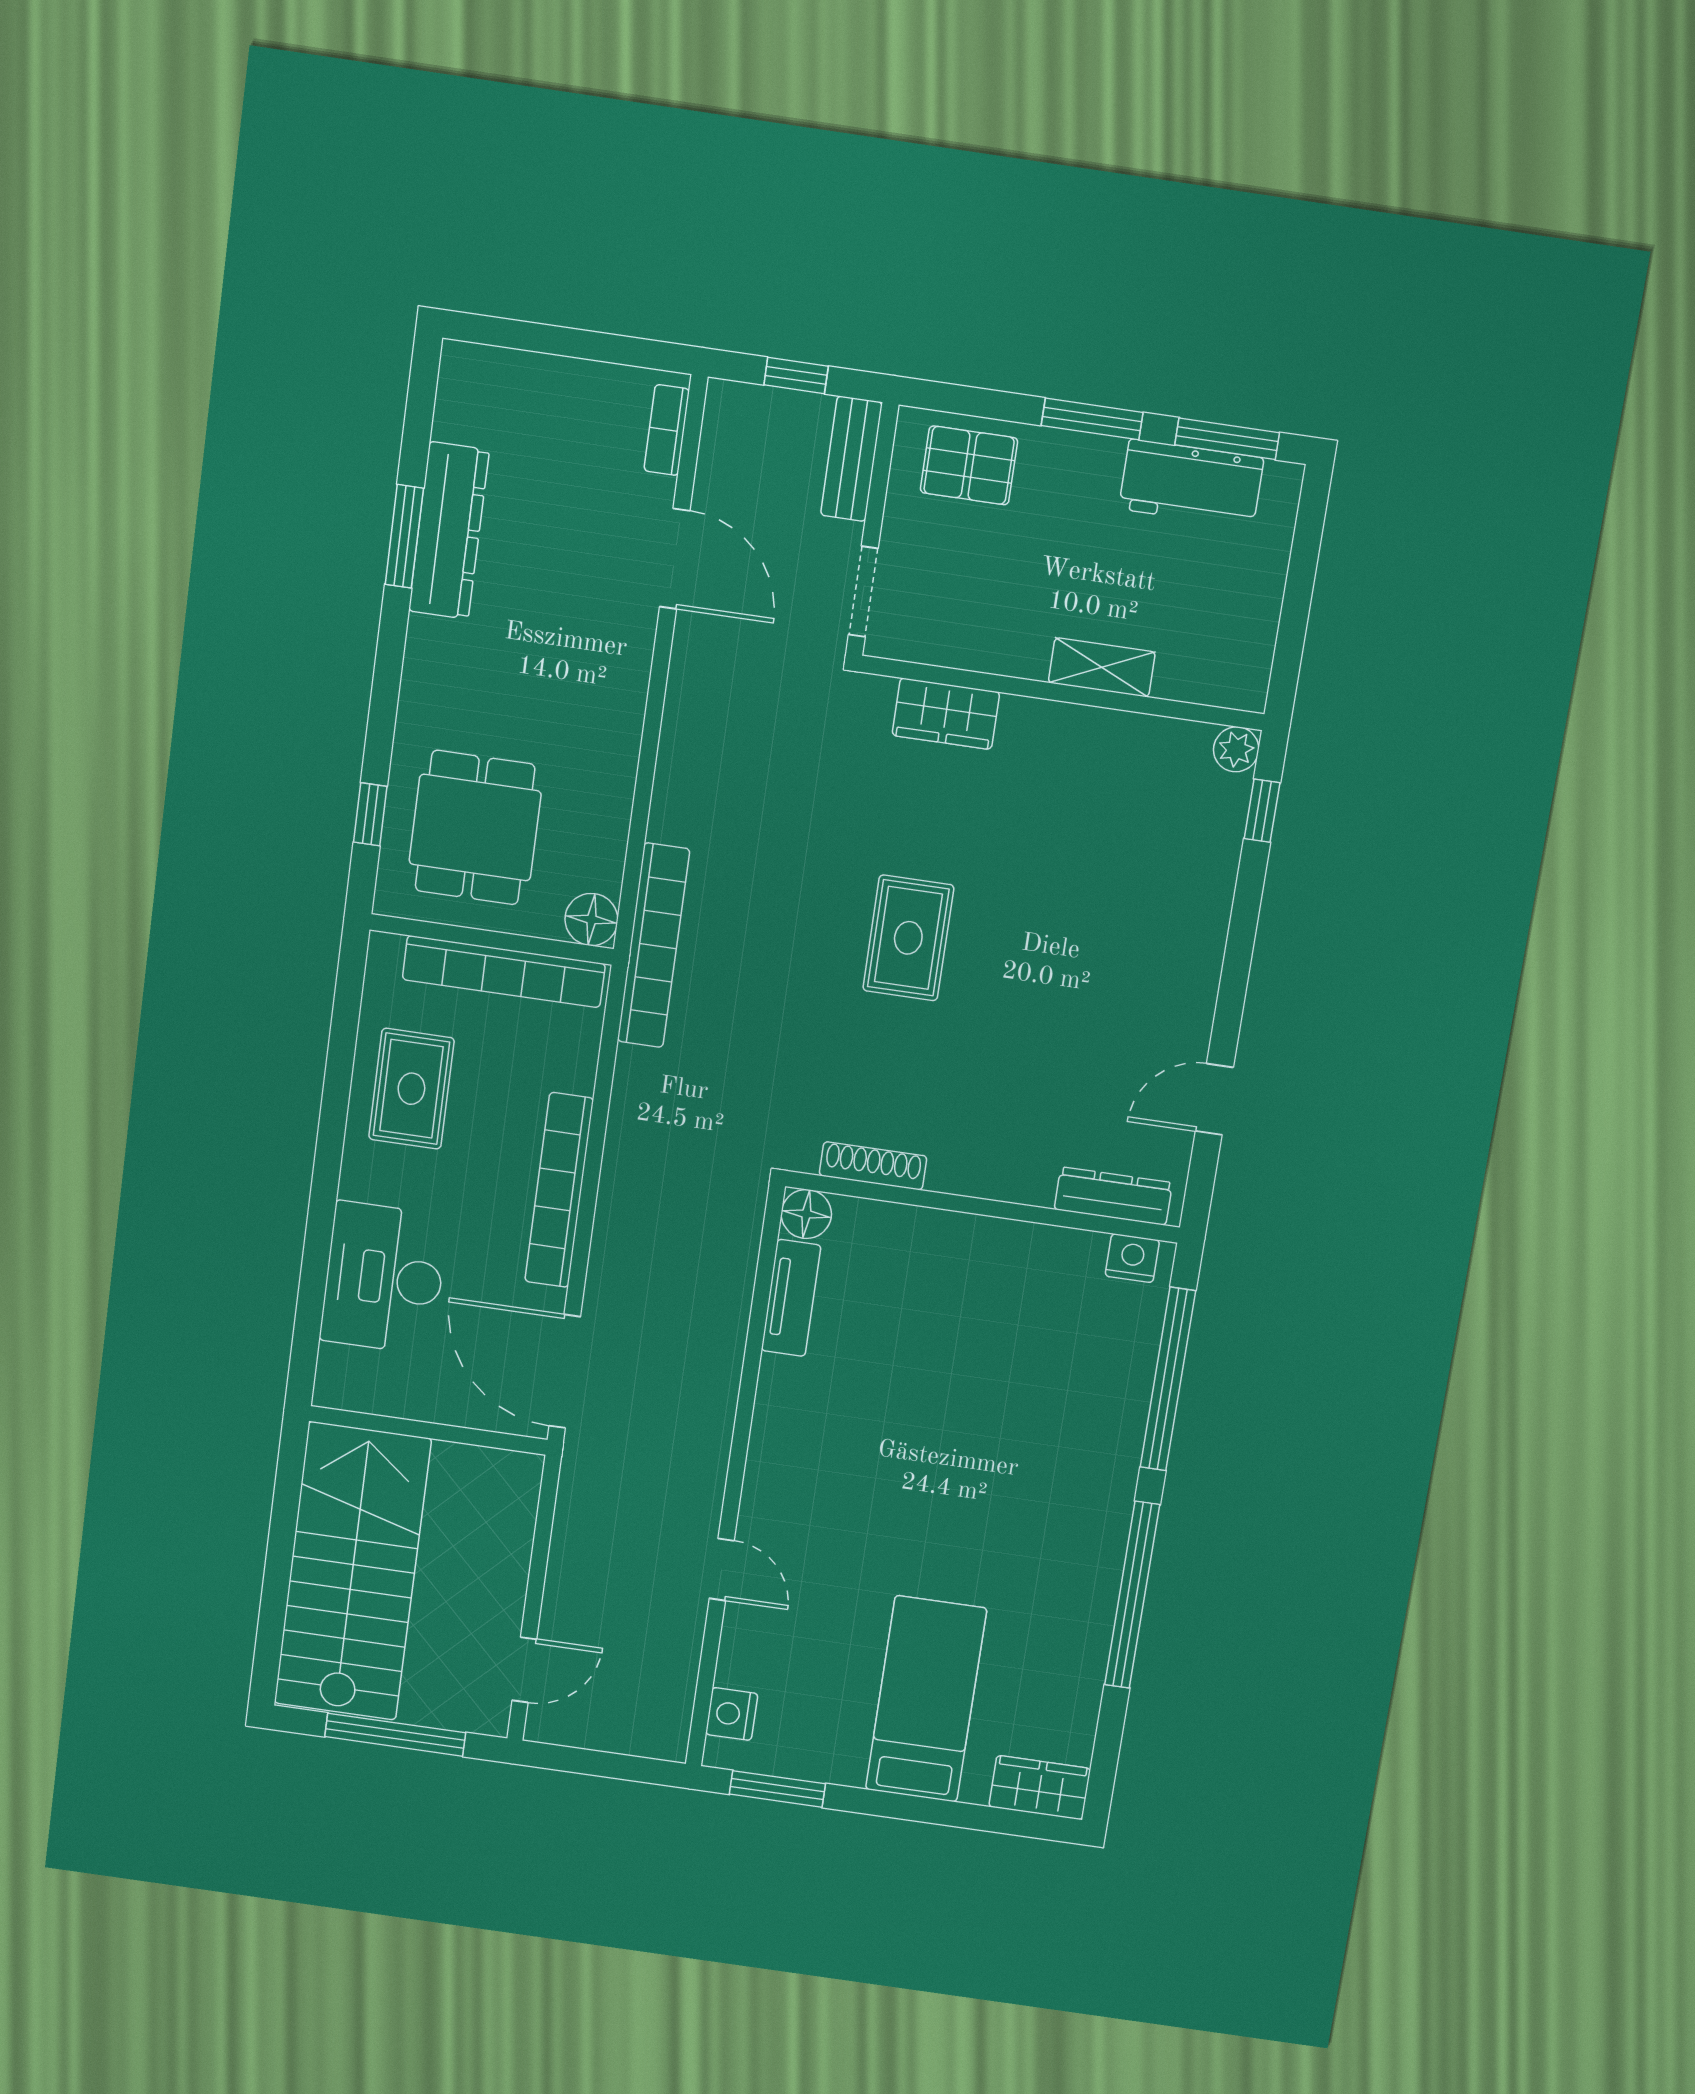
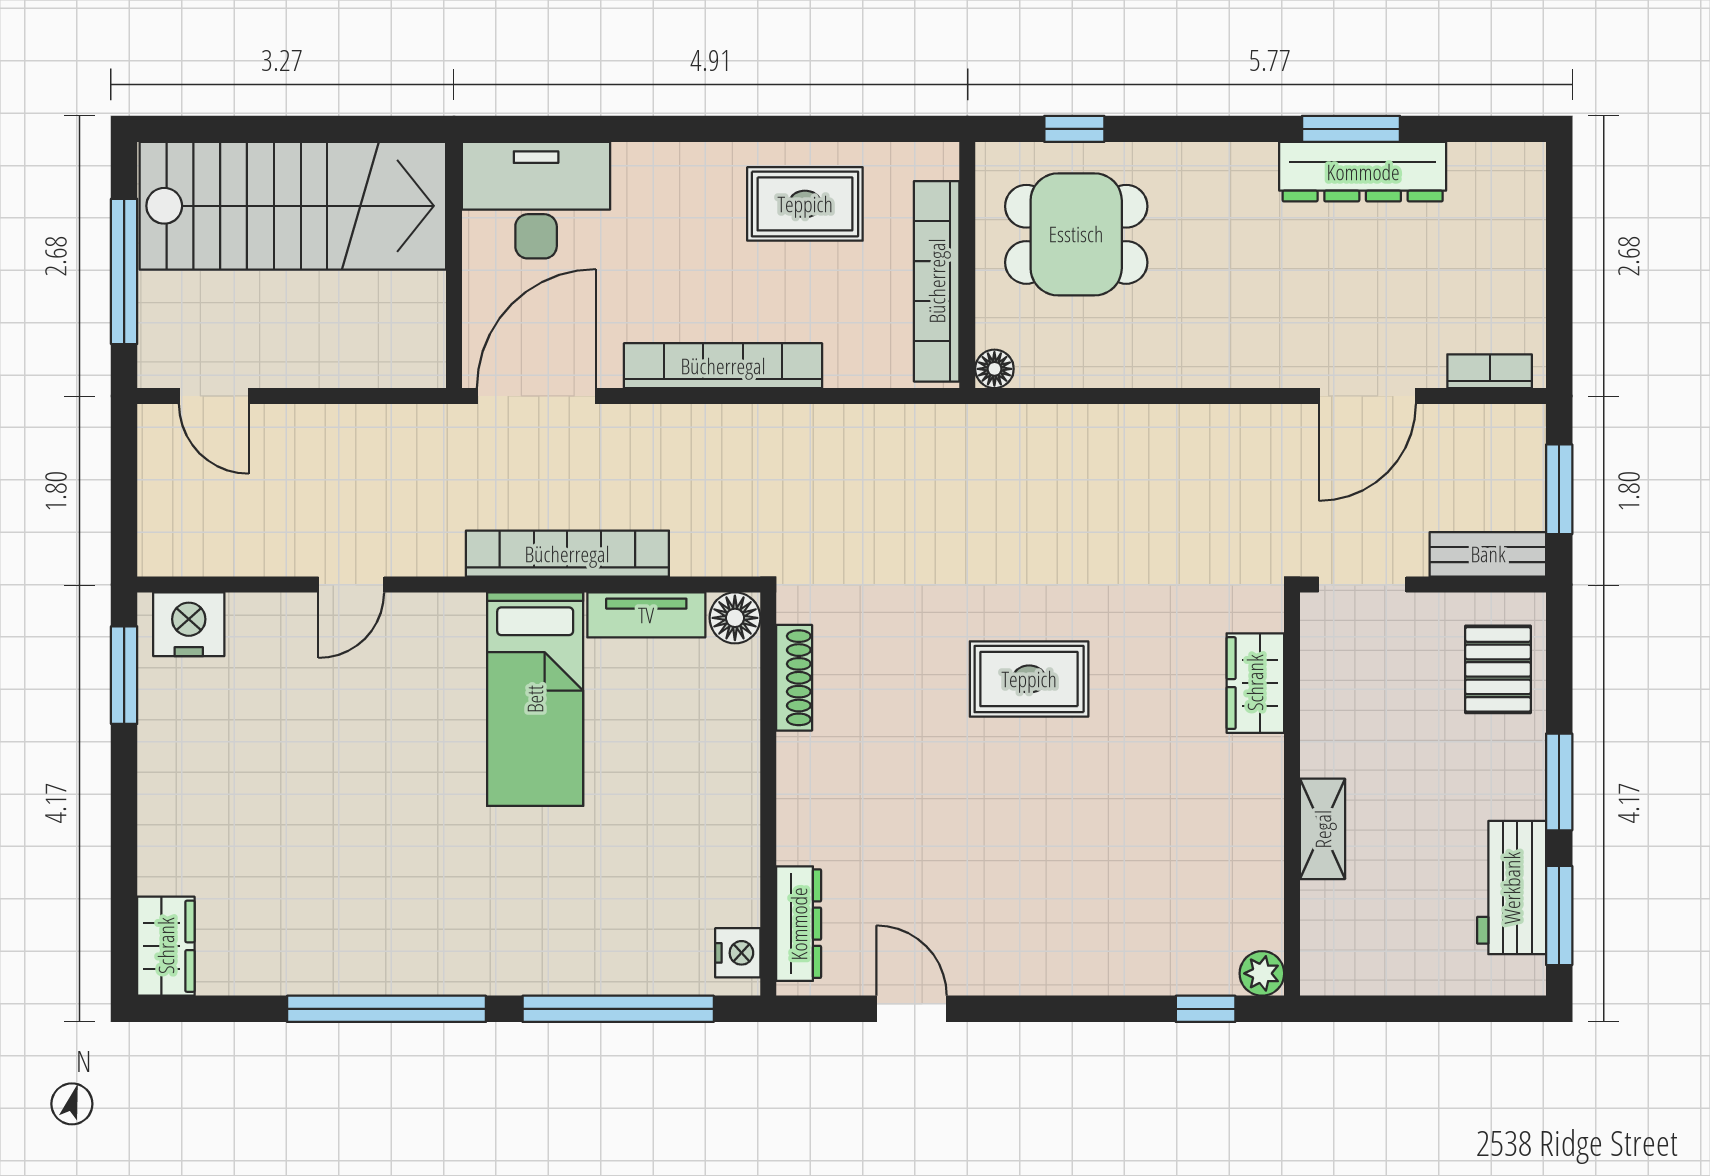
window: (796, 376) -> (1559, 489), width x1.50
floor lamp: (591, 920) -> (994, 369), width x0.73, depth x0.73
bookcase: (653, 945) -> (567, 554), moved, turned 180
desk: (384, 1278) -> (536, 200), moved
bed: (926, 1699) -> (535, 699), moved, turned 90
nightstand: (732, 1714) -> (189, 624), width x1.36, depth x1.33

